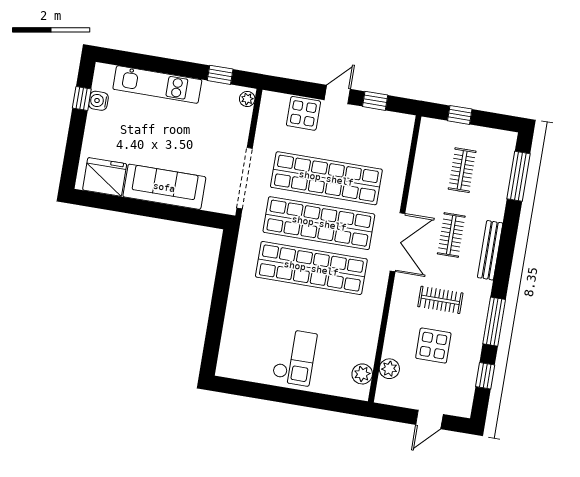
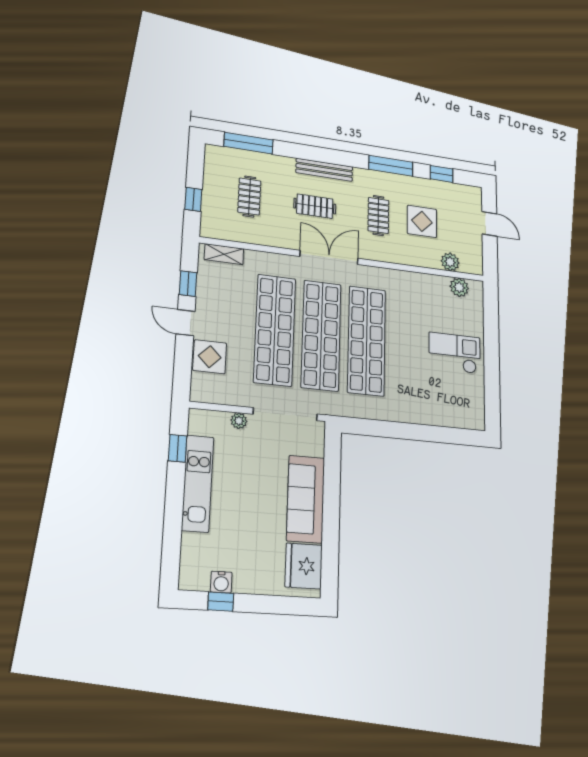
kitchen unit: (157, 84) -> (198, 483), moved
plant: (247, 99) -> (239, 421), moved
shelving: (403, 138) -> (224, 254), added
clothes rail: (462, 170) -> (249, 197), turned 90

